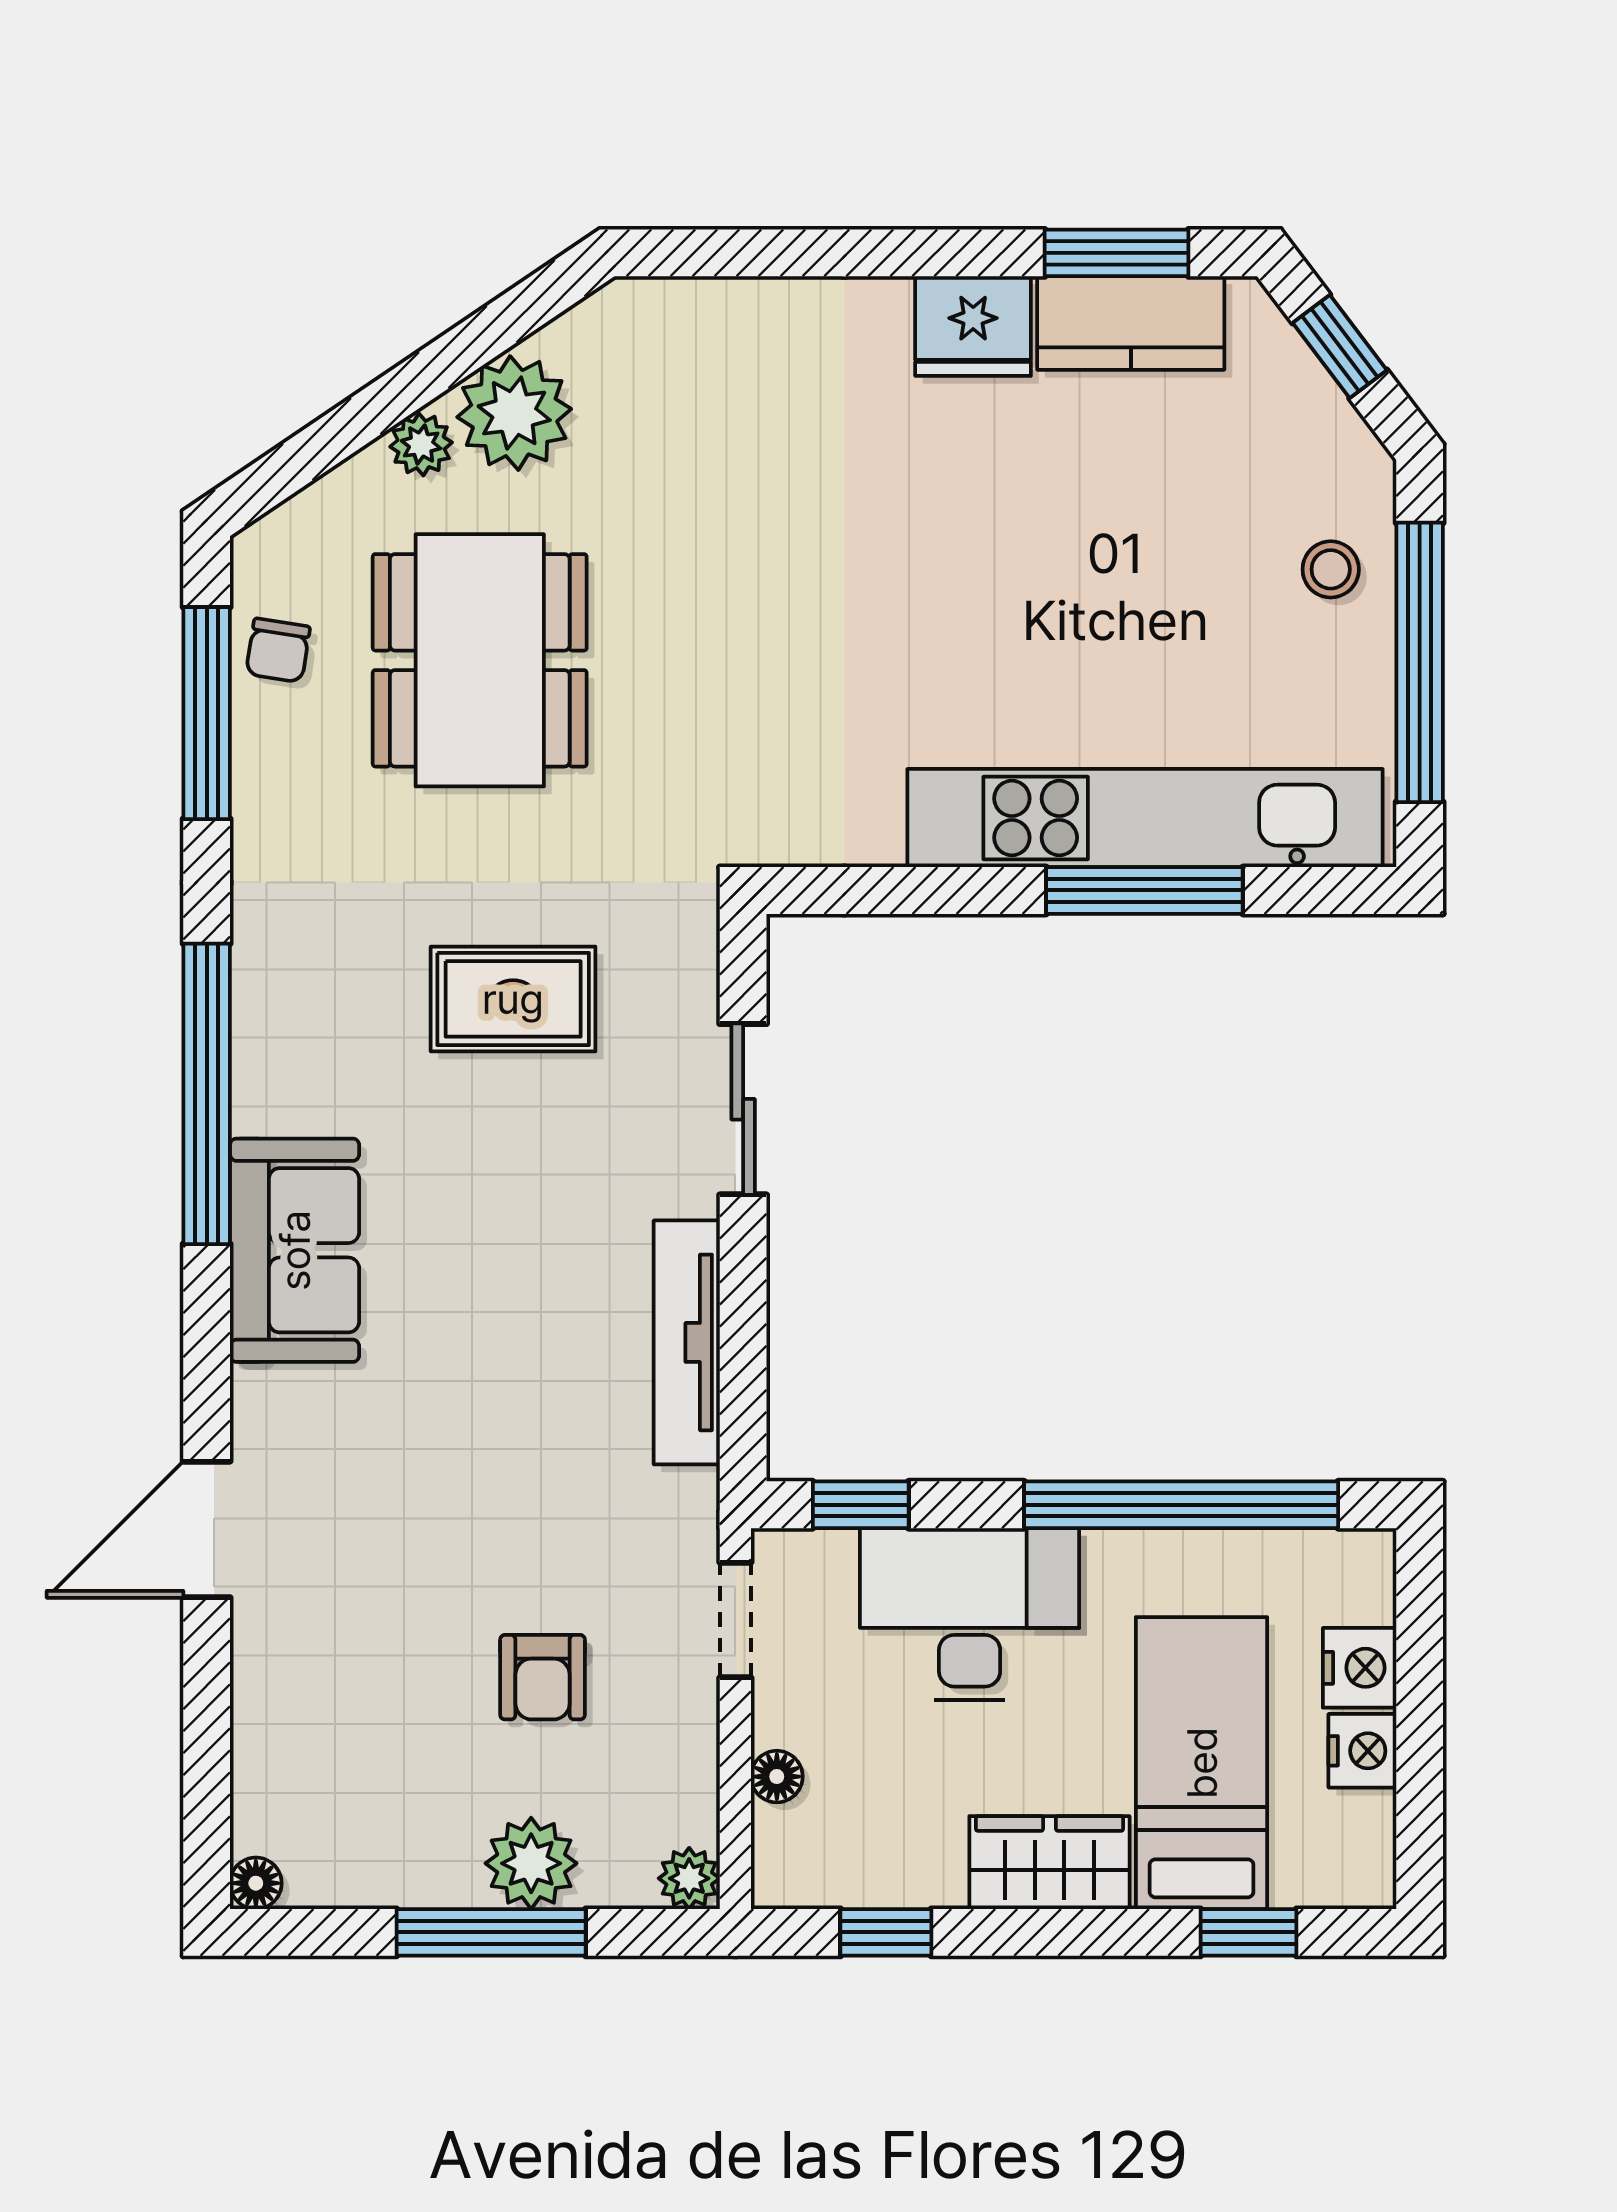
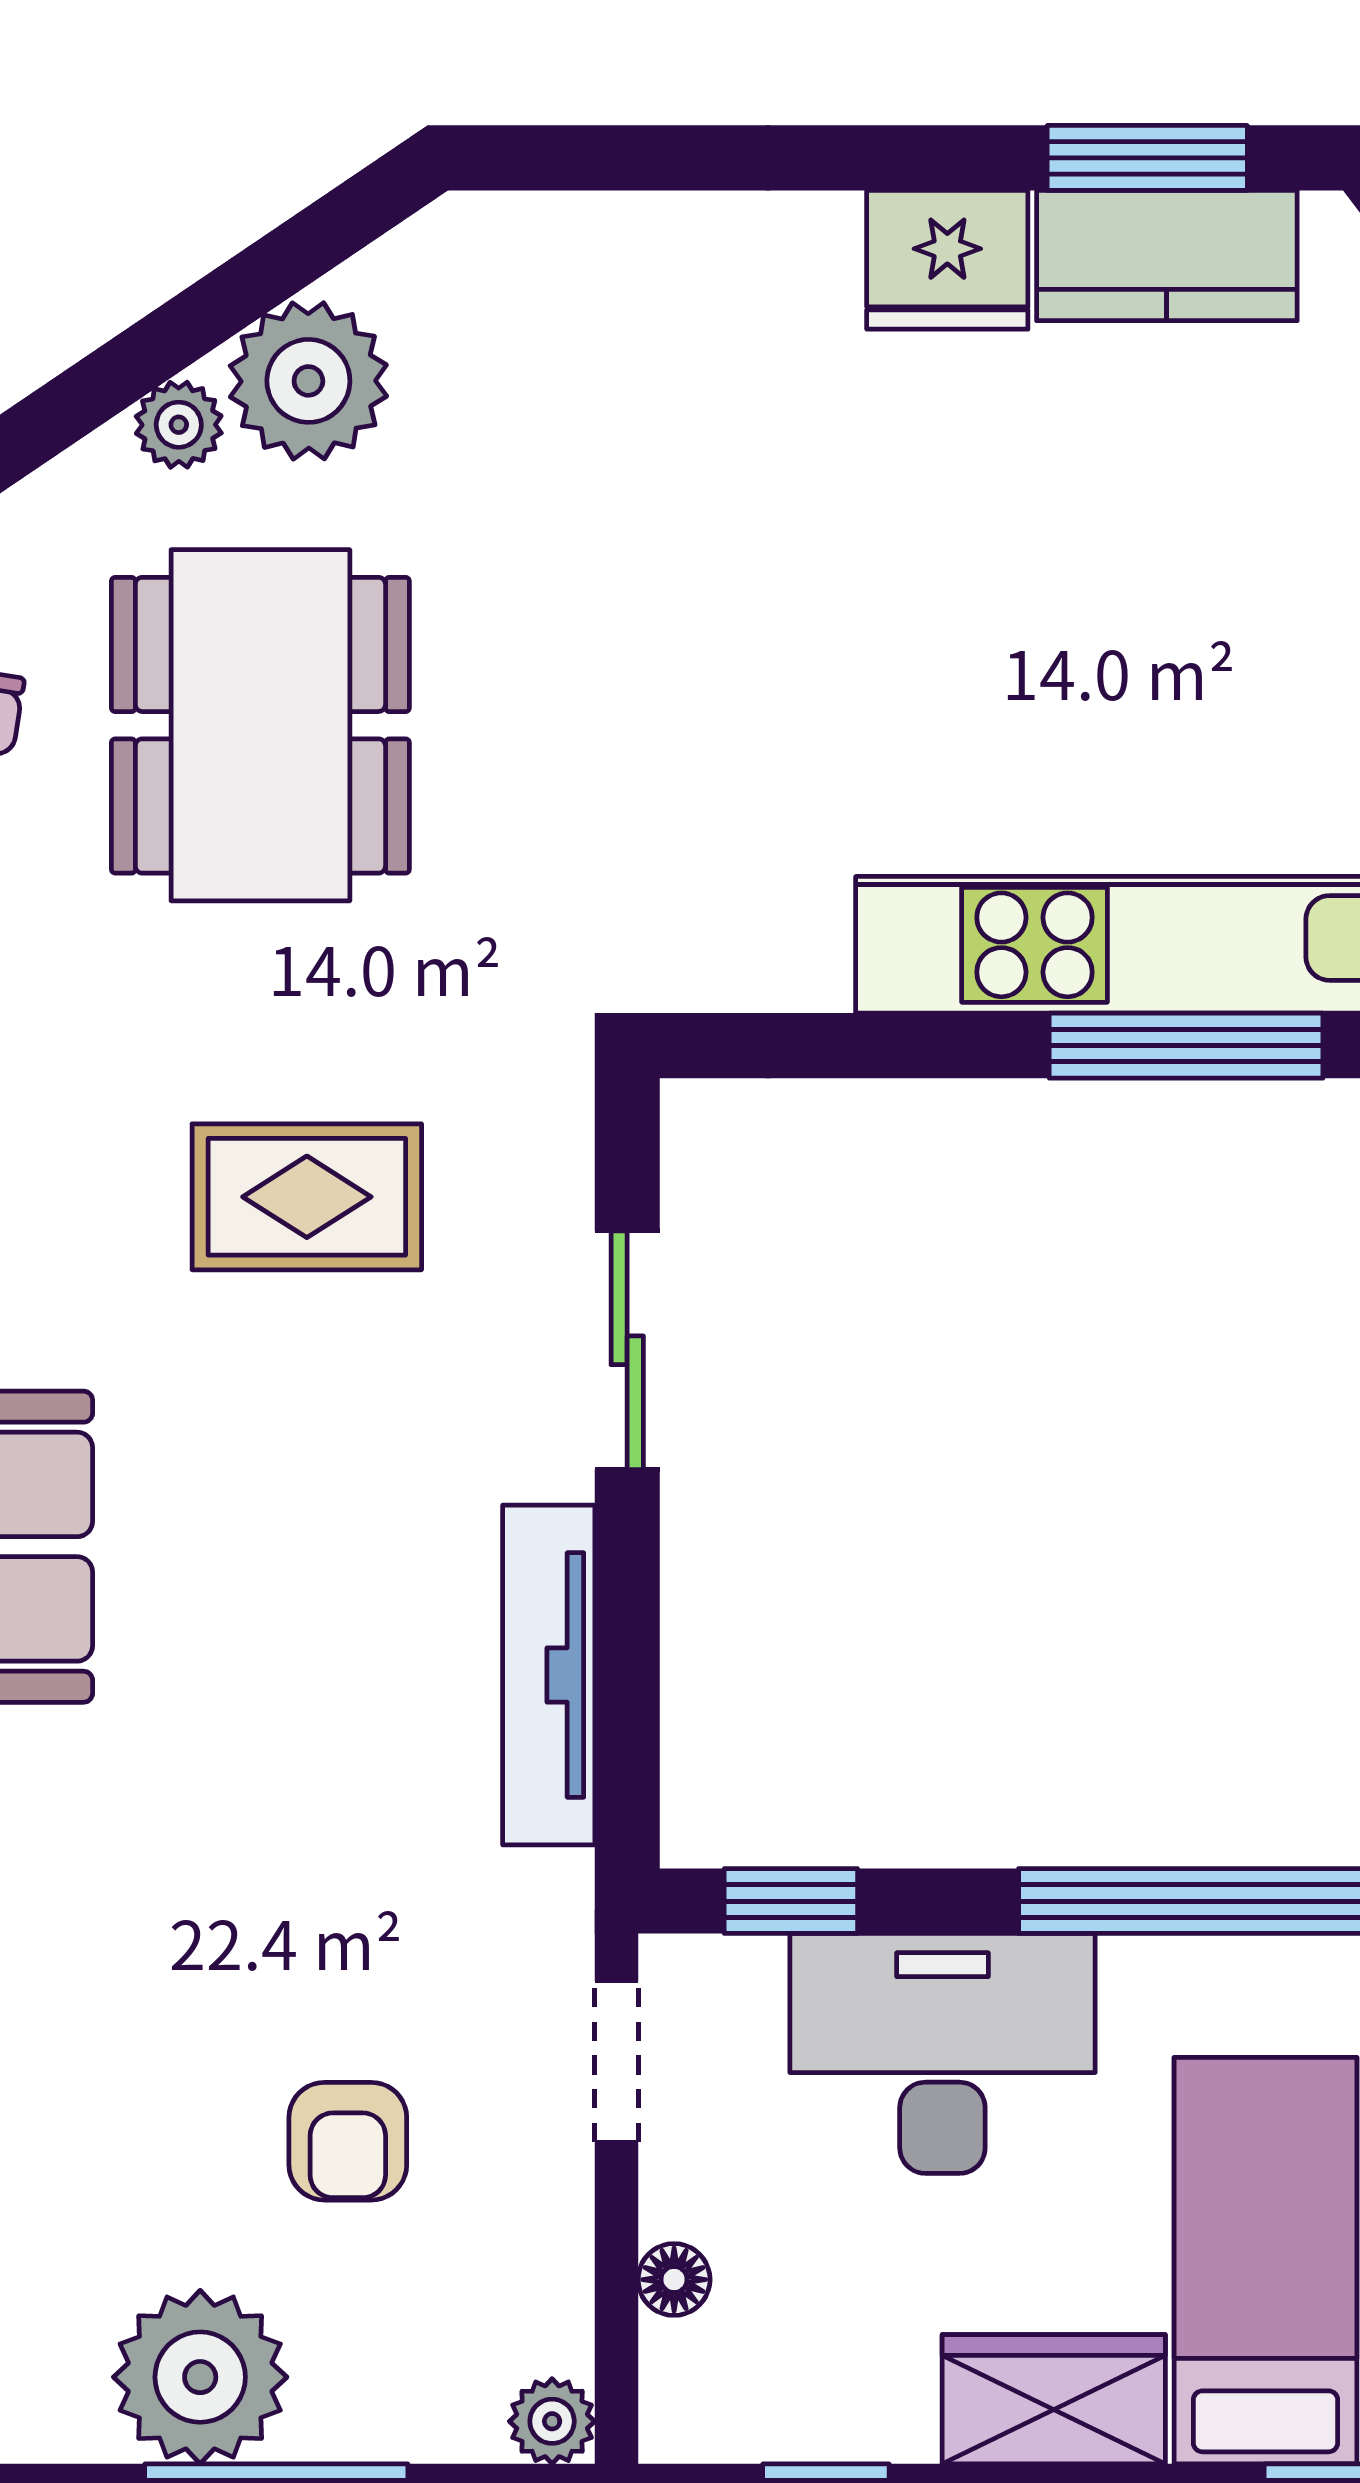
plant: (531, 1863) -> (200, 2377), moved, width x1.36, depth x1.36

